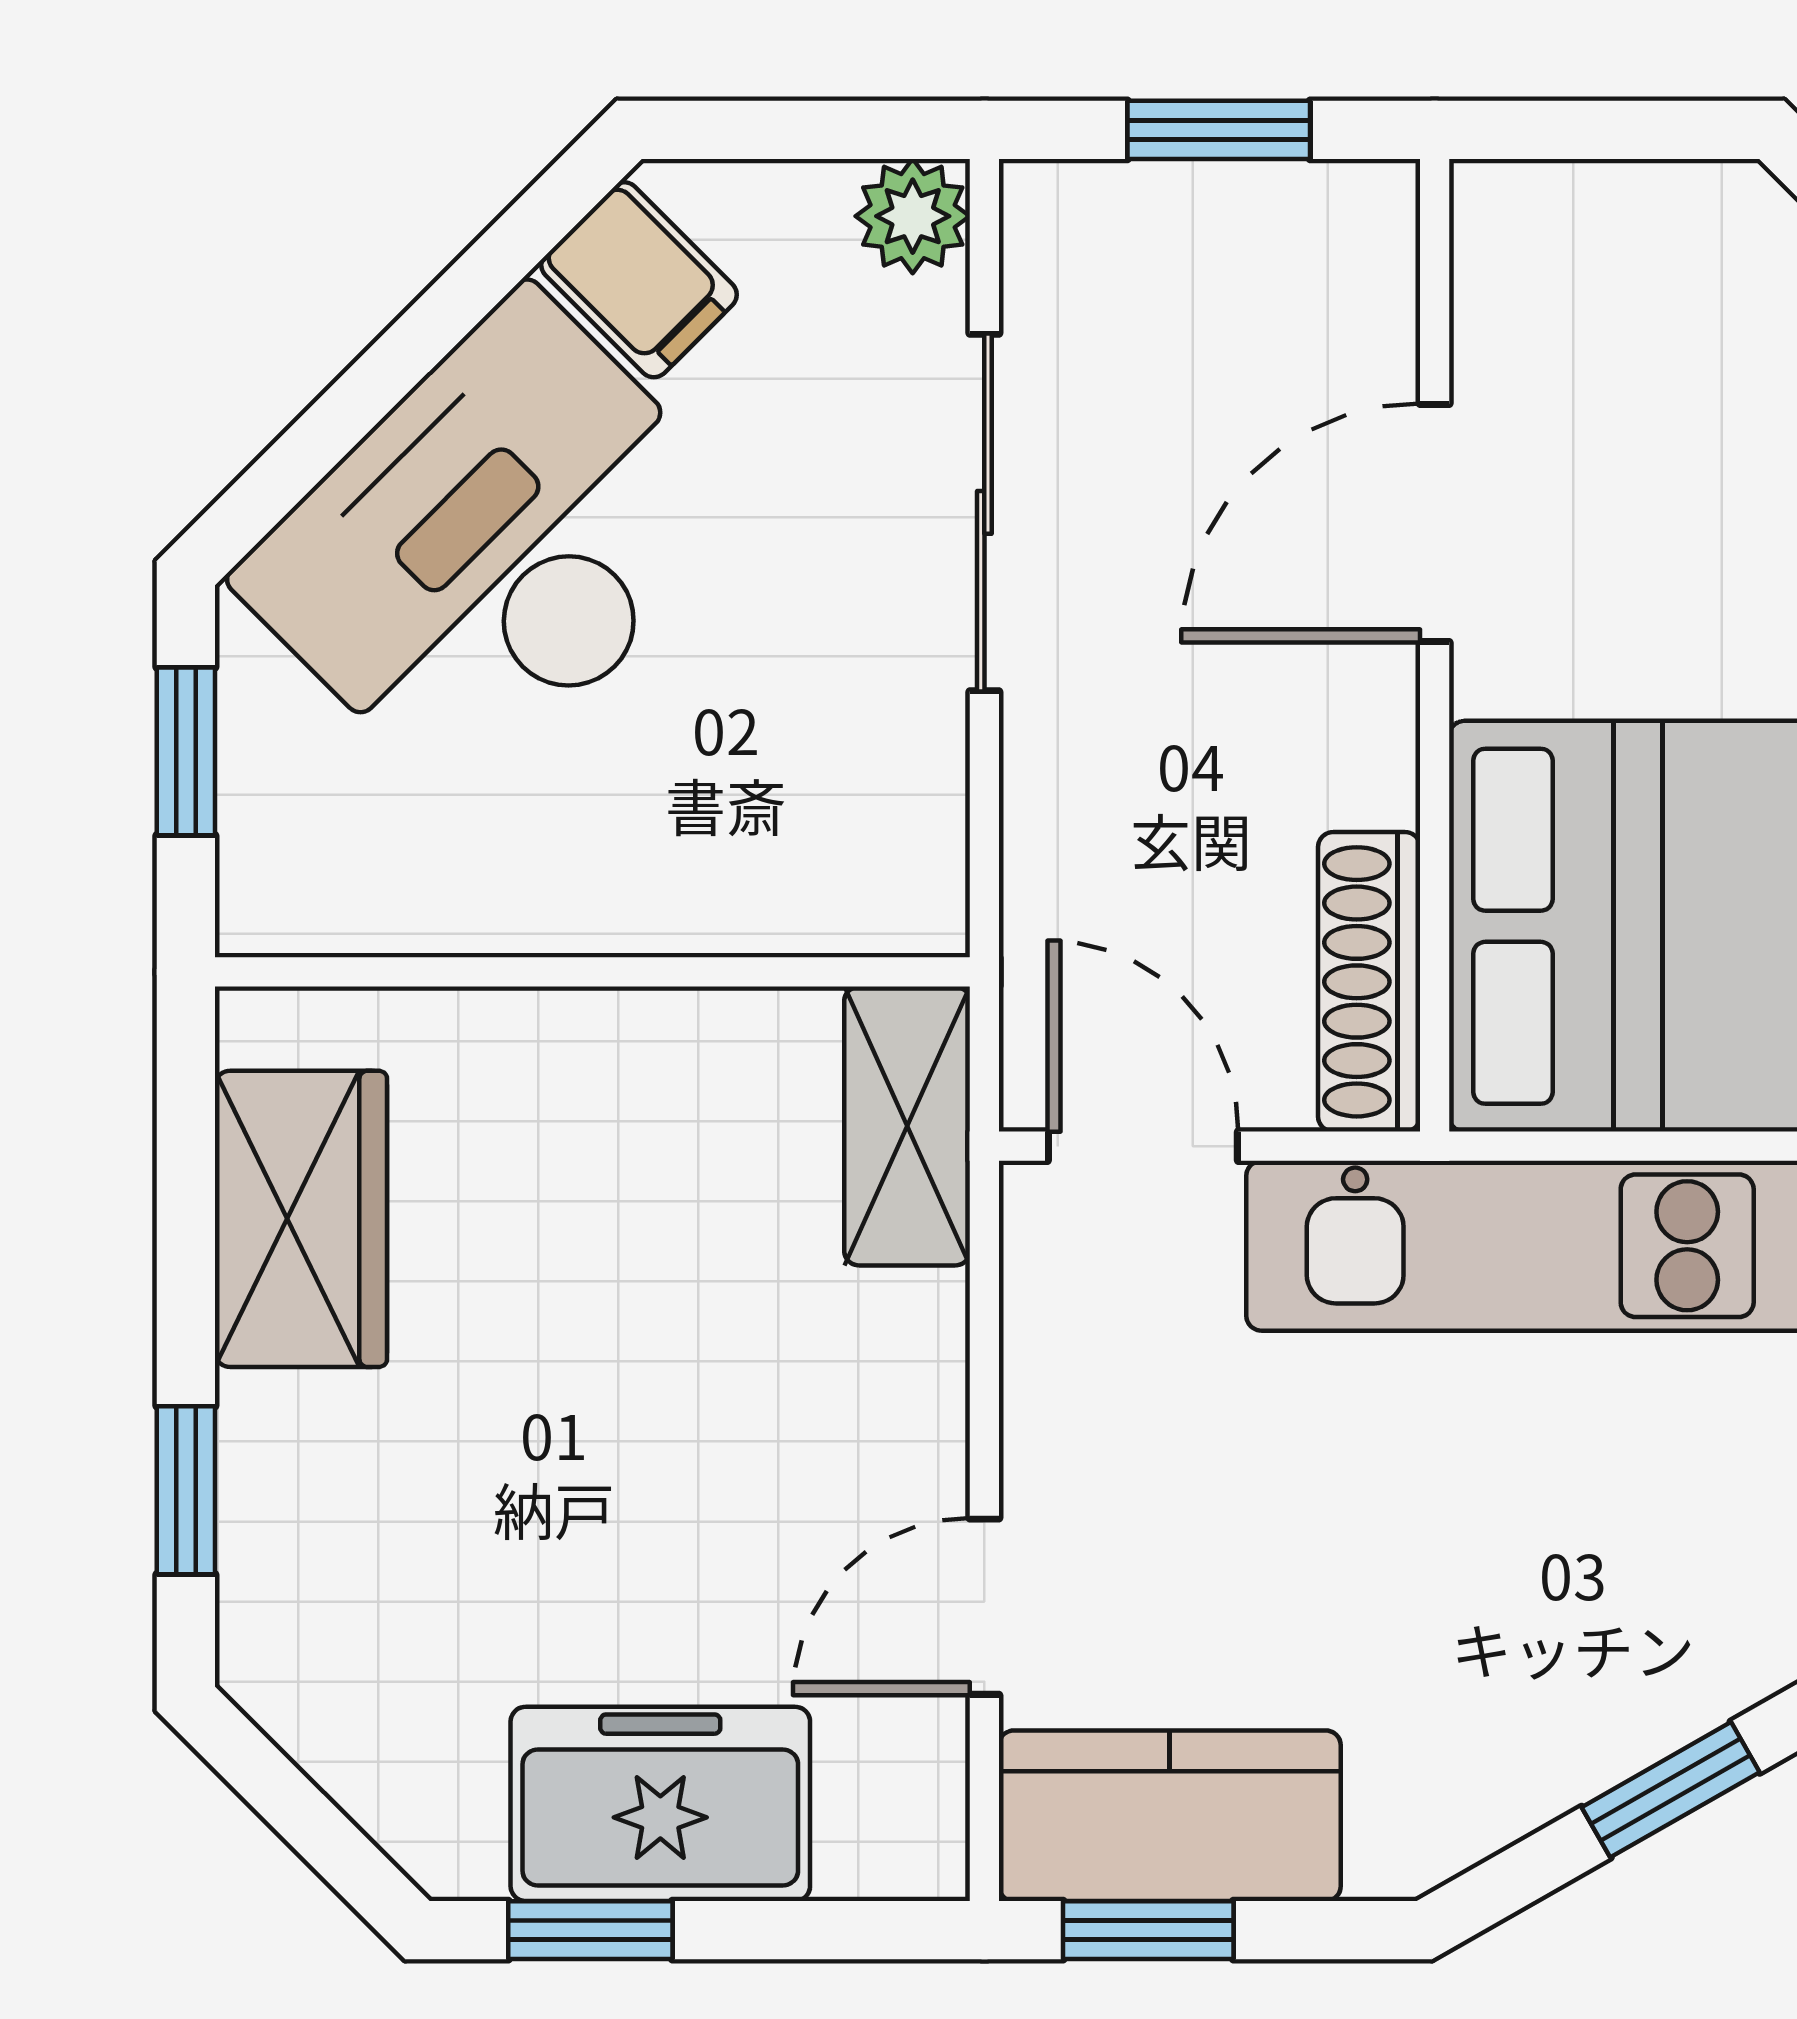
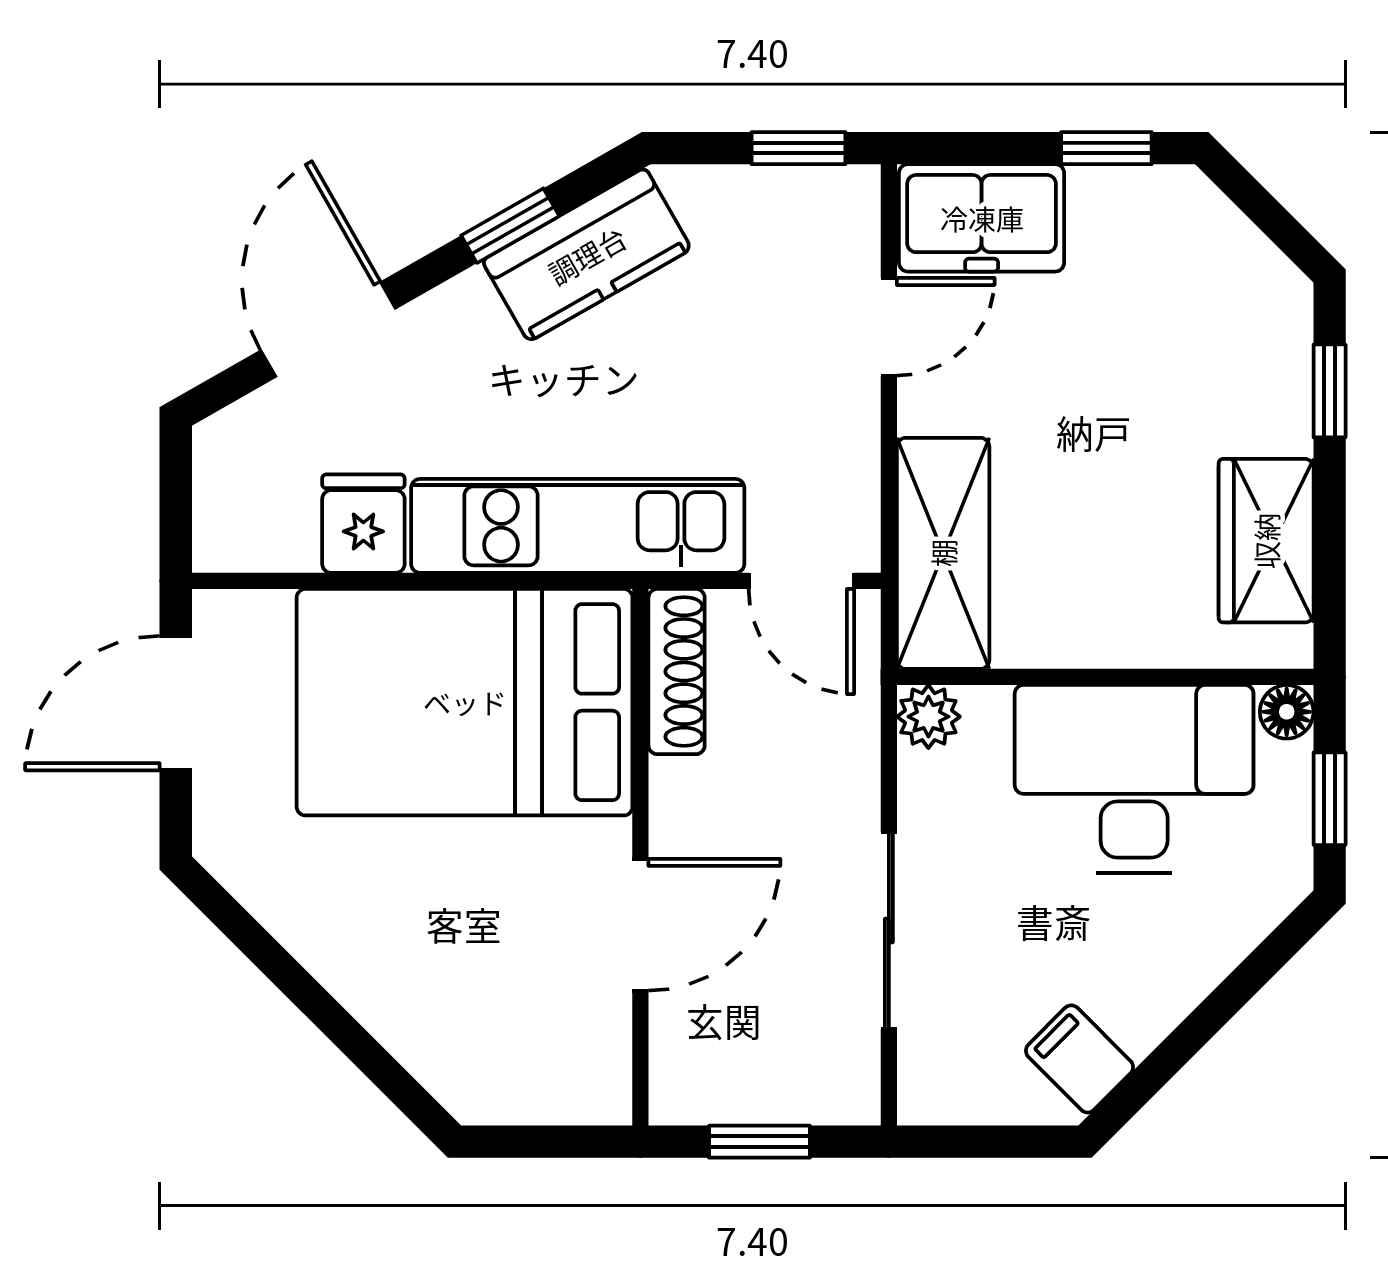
plant: (913, 216) -> (928, 717), moved
desk: (494, 546) -> (1134, 779), moved, turned -135
floor lamp: (264, 909) -> (1287, 712), added
shelving: (907, 1126) -> (943, 553), width x1.50, depth x1.33
freezer: (660, 1804) -> (982, 218), moved
kitchen counter: (1170, 1816) -> (587, 255), moved, turned -30

